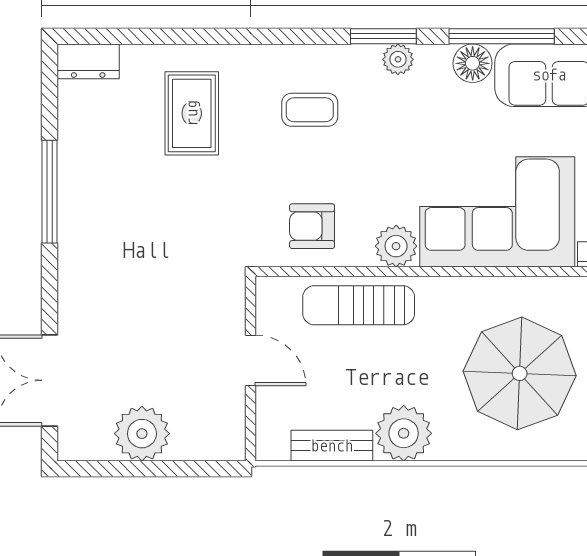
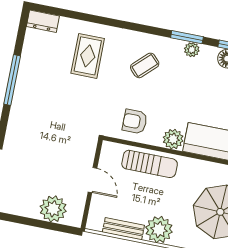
coffee table: (310, 110) -> (145, 65), turned -44
sun lounger: (359, 305) -> (150, 164), turned 180
plant: (142, 434) -> (53, 209), moved

